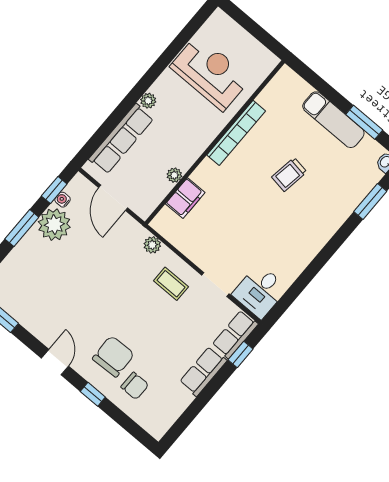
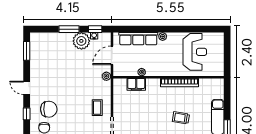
plant: (152, 245) -> (106, 76), moved
door: (55, 362) -> (27, 88), swing flipped

